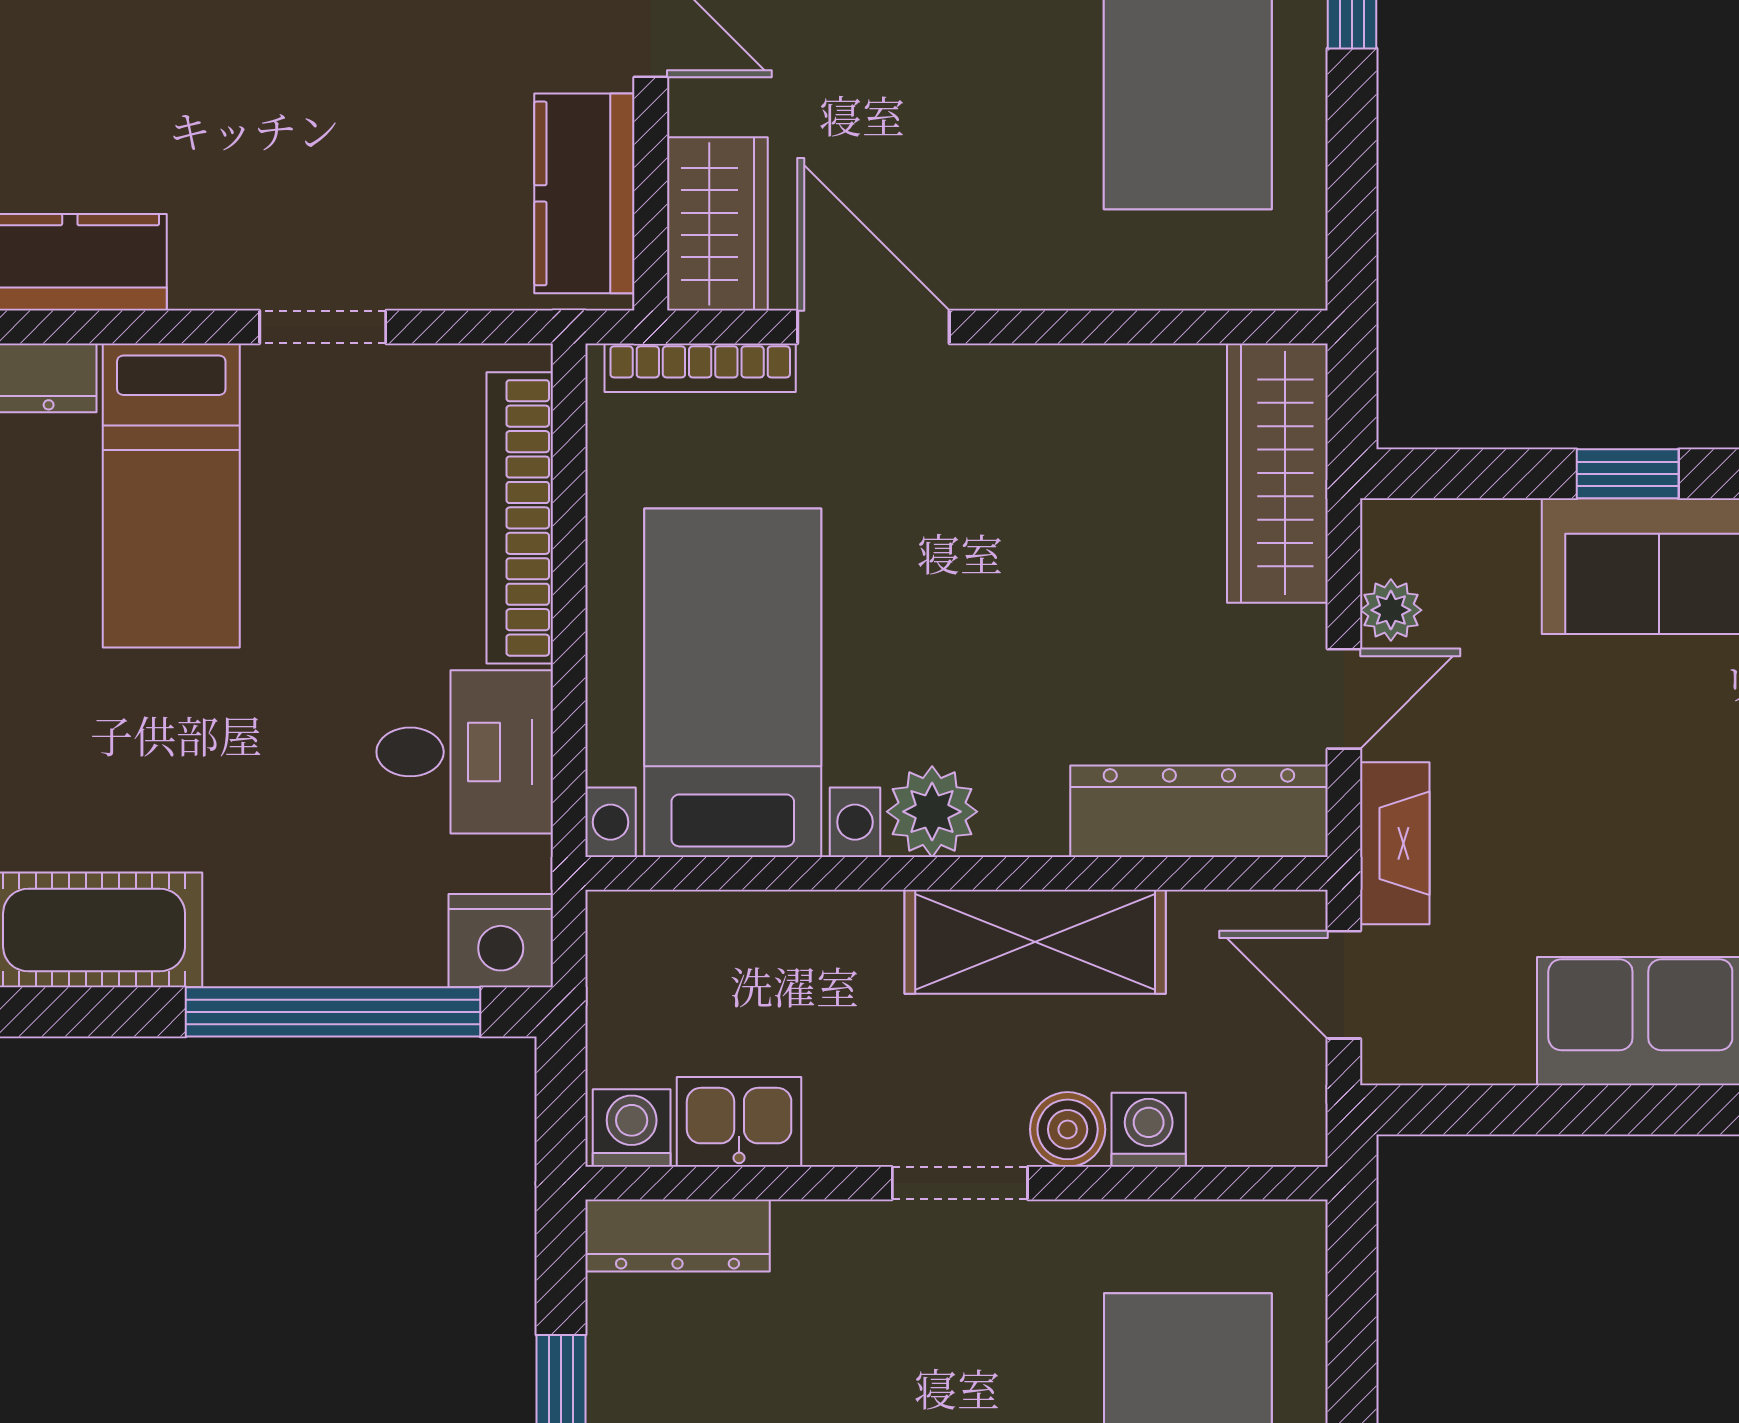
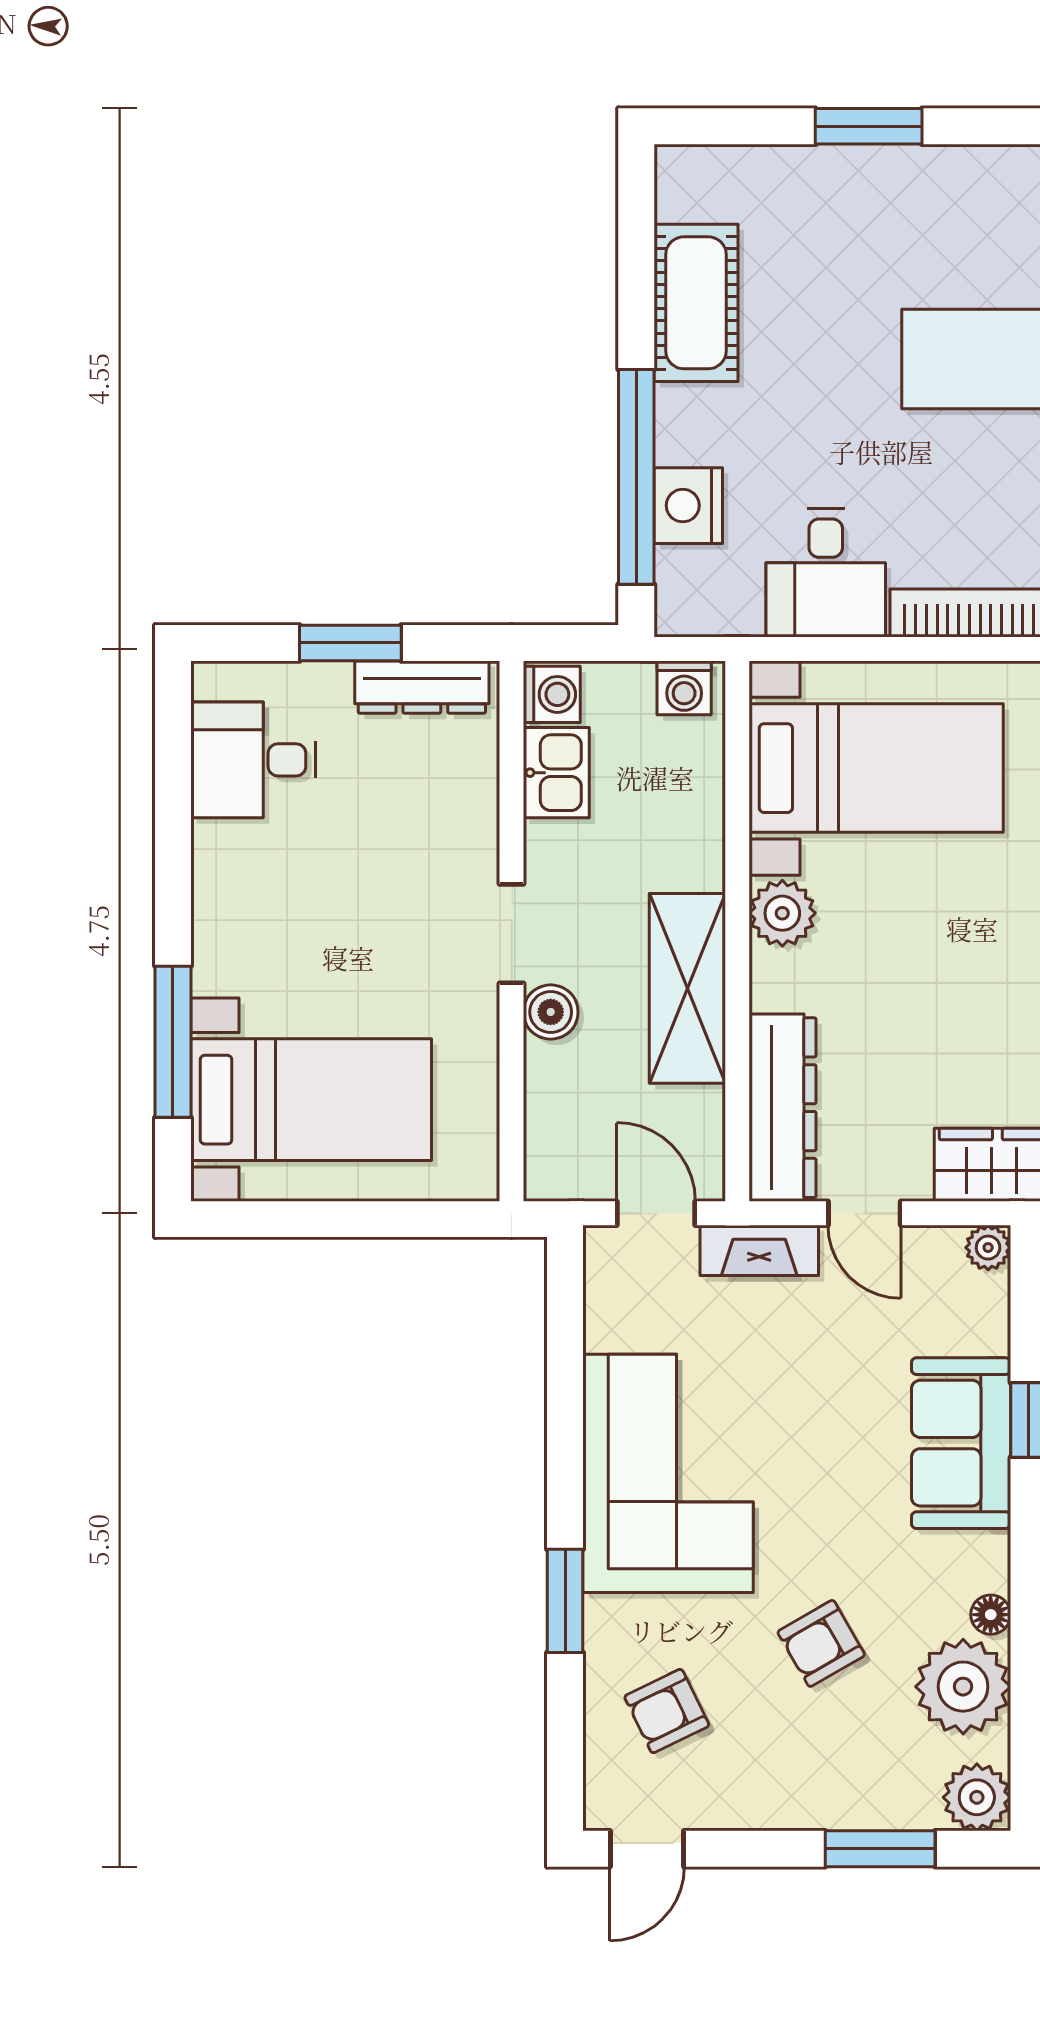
plant: (1391, 610) -> (988, 1248), moved
nightstand: (501, 941) -> (688, 506), moved
door: (1344, 985) -> (656, 1213), hinge flipped
washing machine: (1149, 1130) -> (684, 688), moved, turned 90
dresser: (677, 1236) -> (422, 687), moved, turned -90

